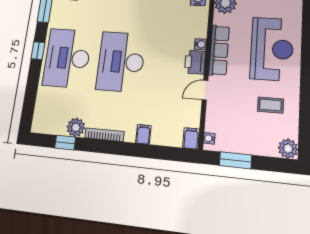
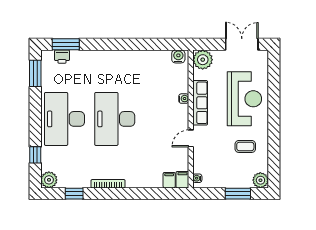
window: (38, 51) -> (35, 155), moved
printer: (195, 62) -> (180, 115), removed
plant: (76, 127) -> (49, 180), moved
filing cabinet: (143, 134) -> (169, 180), moved
window: (235, 160) -> (238, 194), moved

